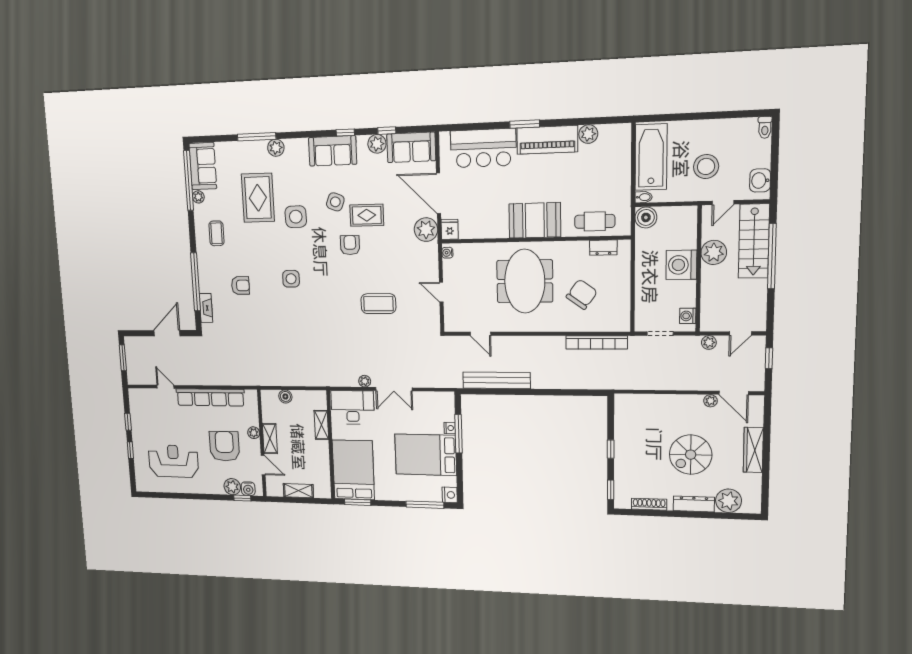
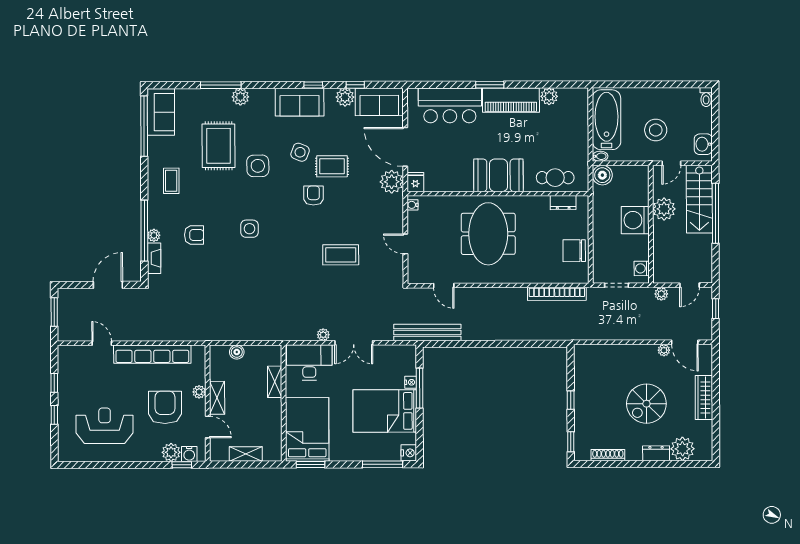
plant: (198, 197) -> (154, 235), moved
chair: (582, 294) -> (574, 251), moved, turned -126
bench: (496, 380) -> (427, 332), moved
dresser: (694, 504) -> (656, 453), width x0.70

